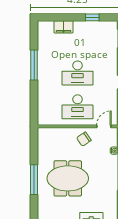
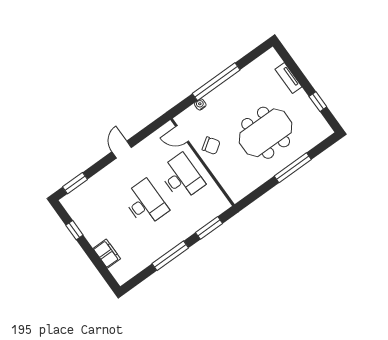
window: (34, 101) -> (209, 228), added
meeting table: (68, 178) -> (266, 133), turned 90

